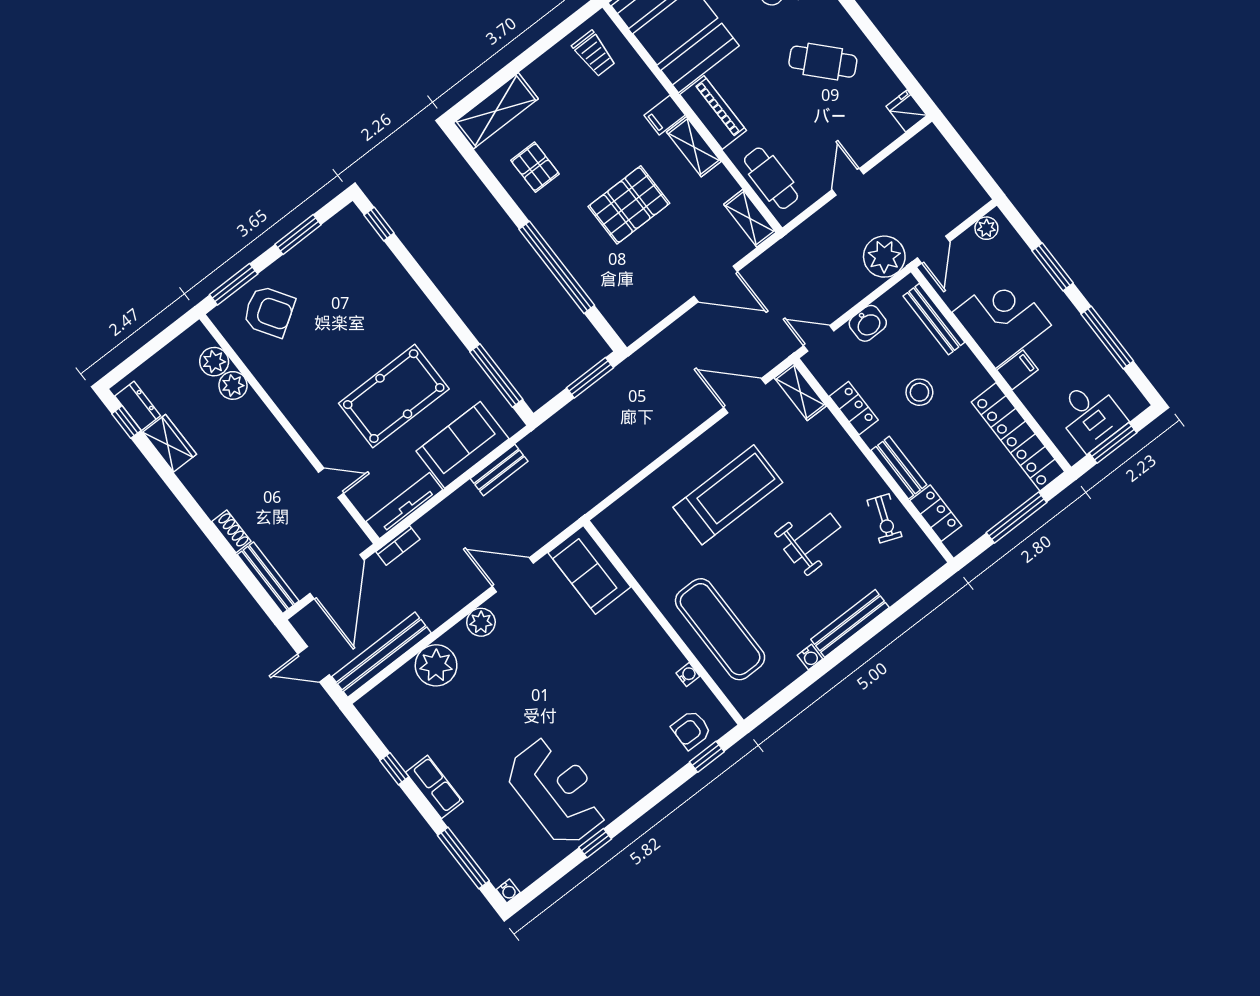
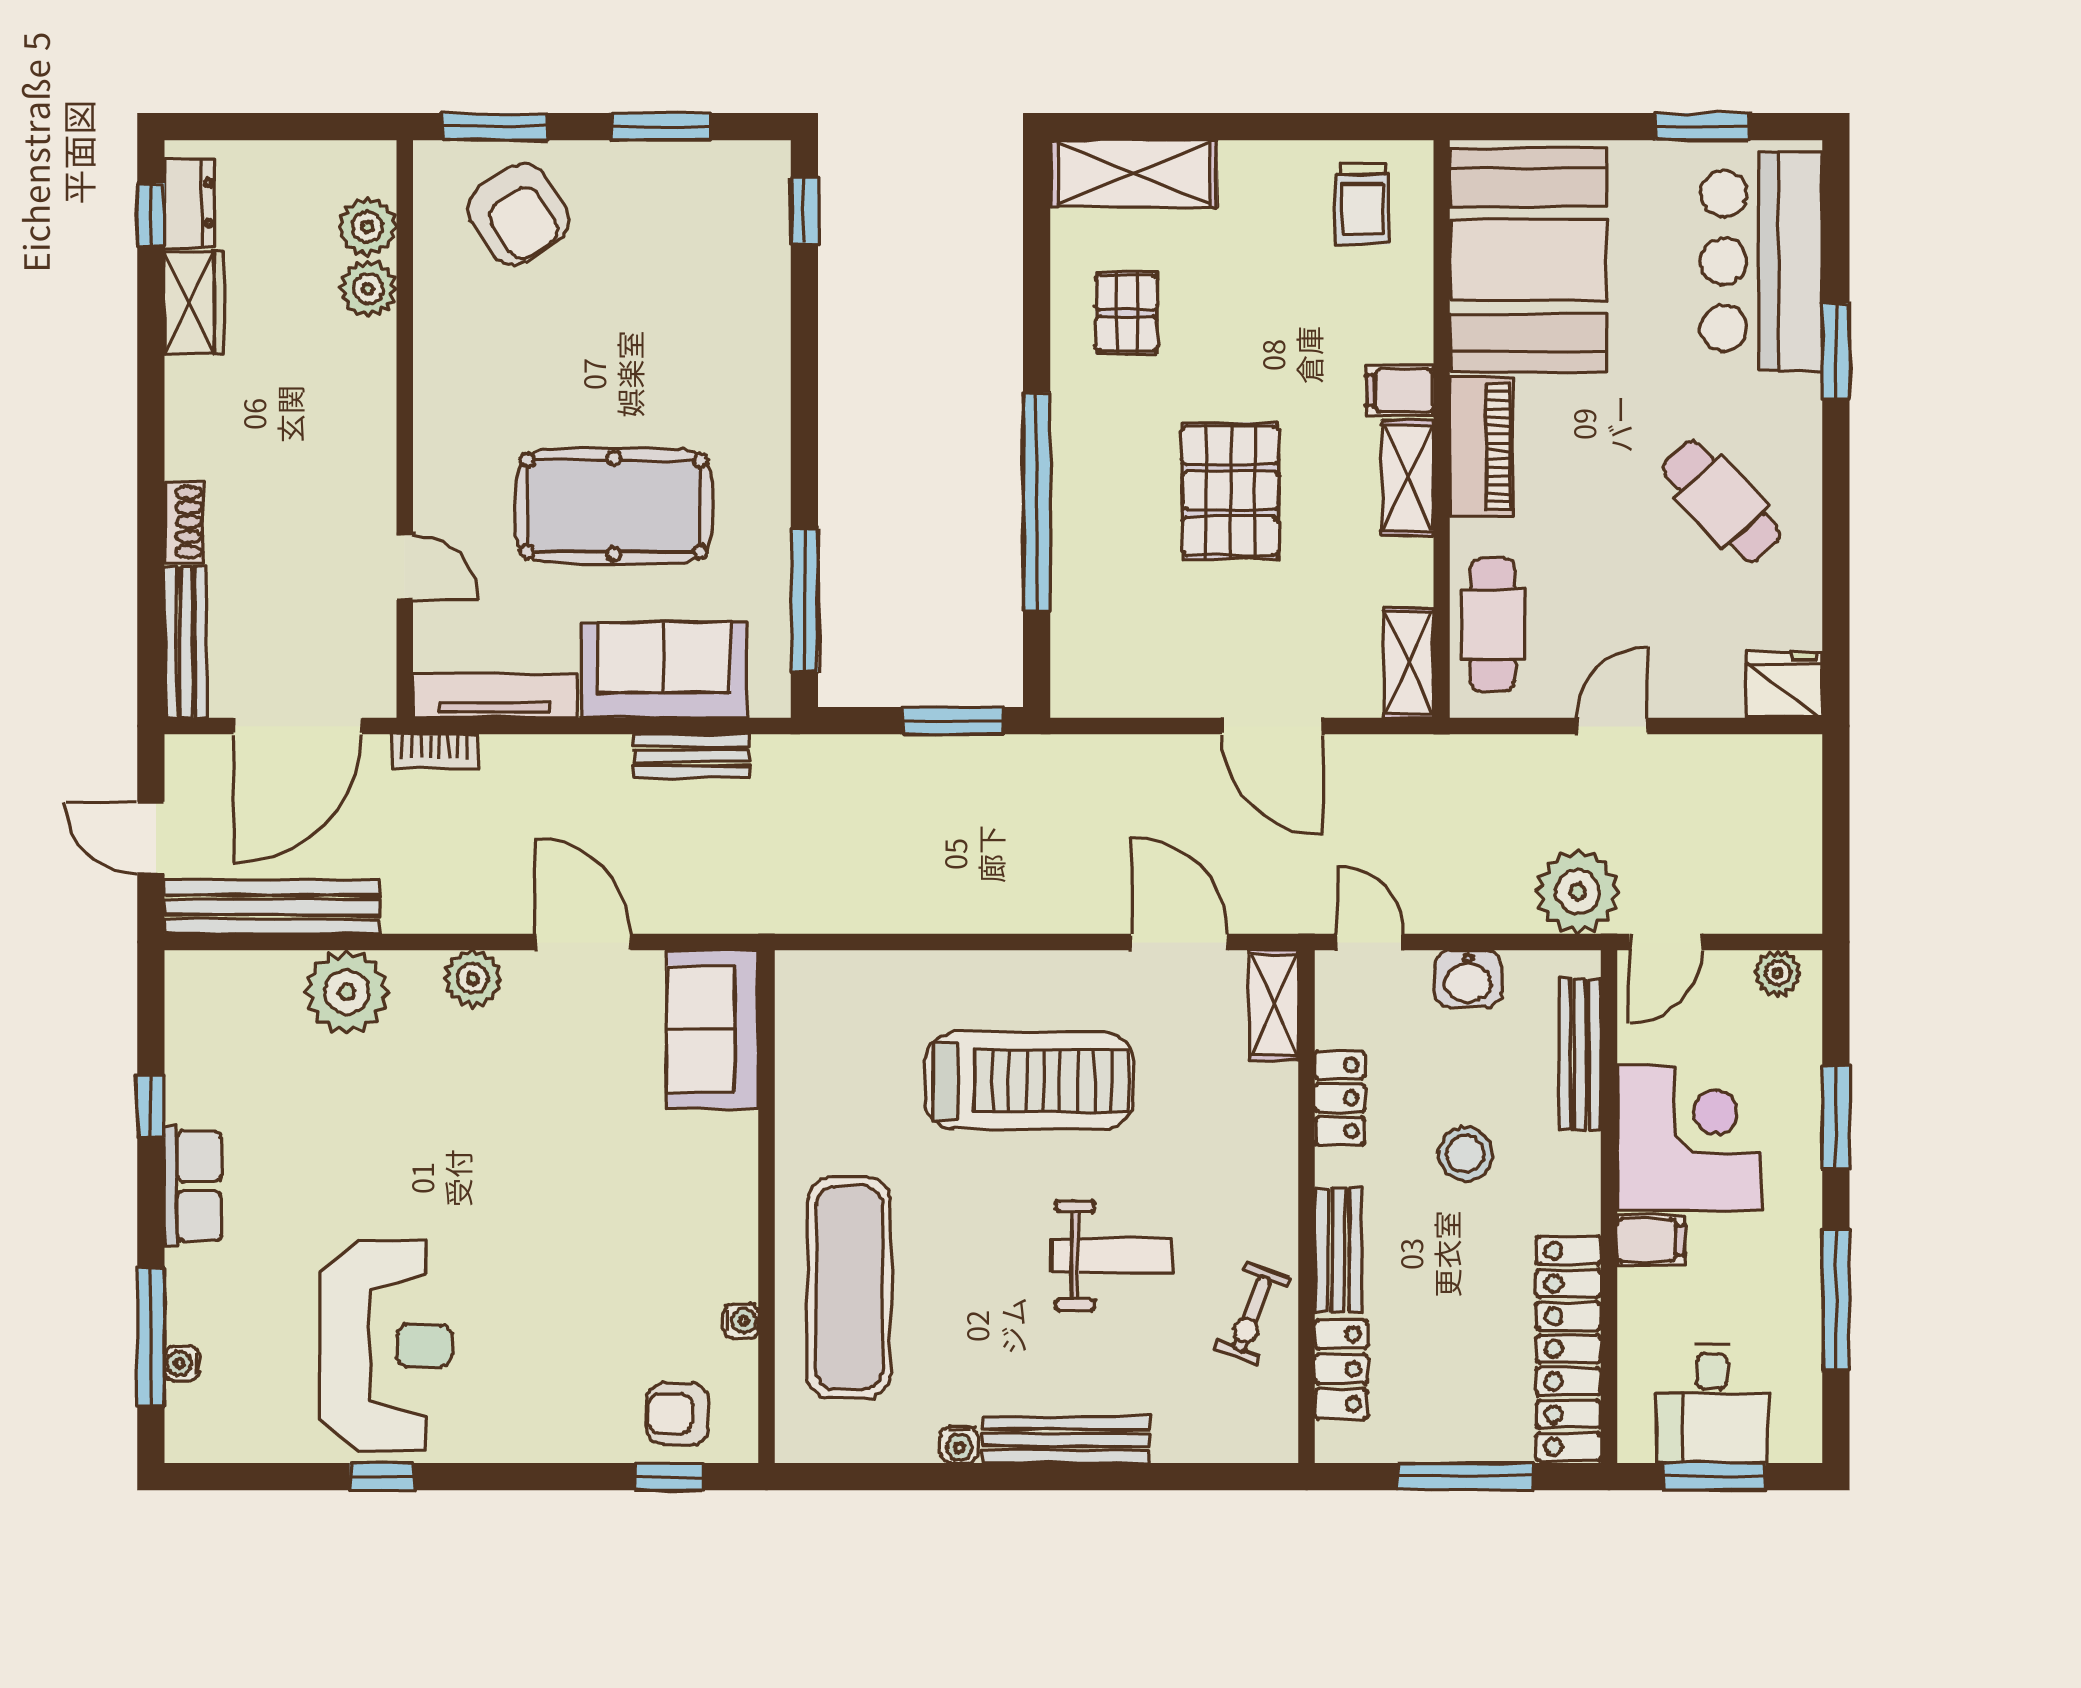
fridge: (906, 111) -> (1784, 685), width x1.38
pallet: (629, 205) -> (1230, 491), turned 90
water cooler: (508, 891) -> (182, 1364), moved, turned 90

